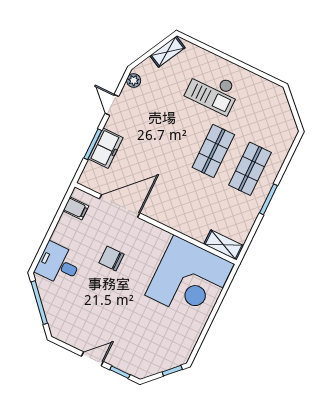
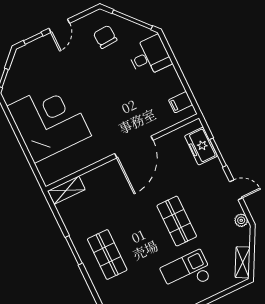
freezer: (106, 148) -> (201, 146), moved
shop shelf: (213, 151) -> (177, 221), moved
door: (120, 206) -> (134, 147), moved
chair: (111, 258) -> (105, 37), moved, turned -94
corner desk: (189, 279) -> (49, 121), moved, turned 90

